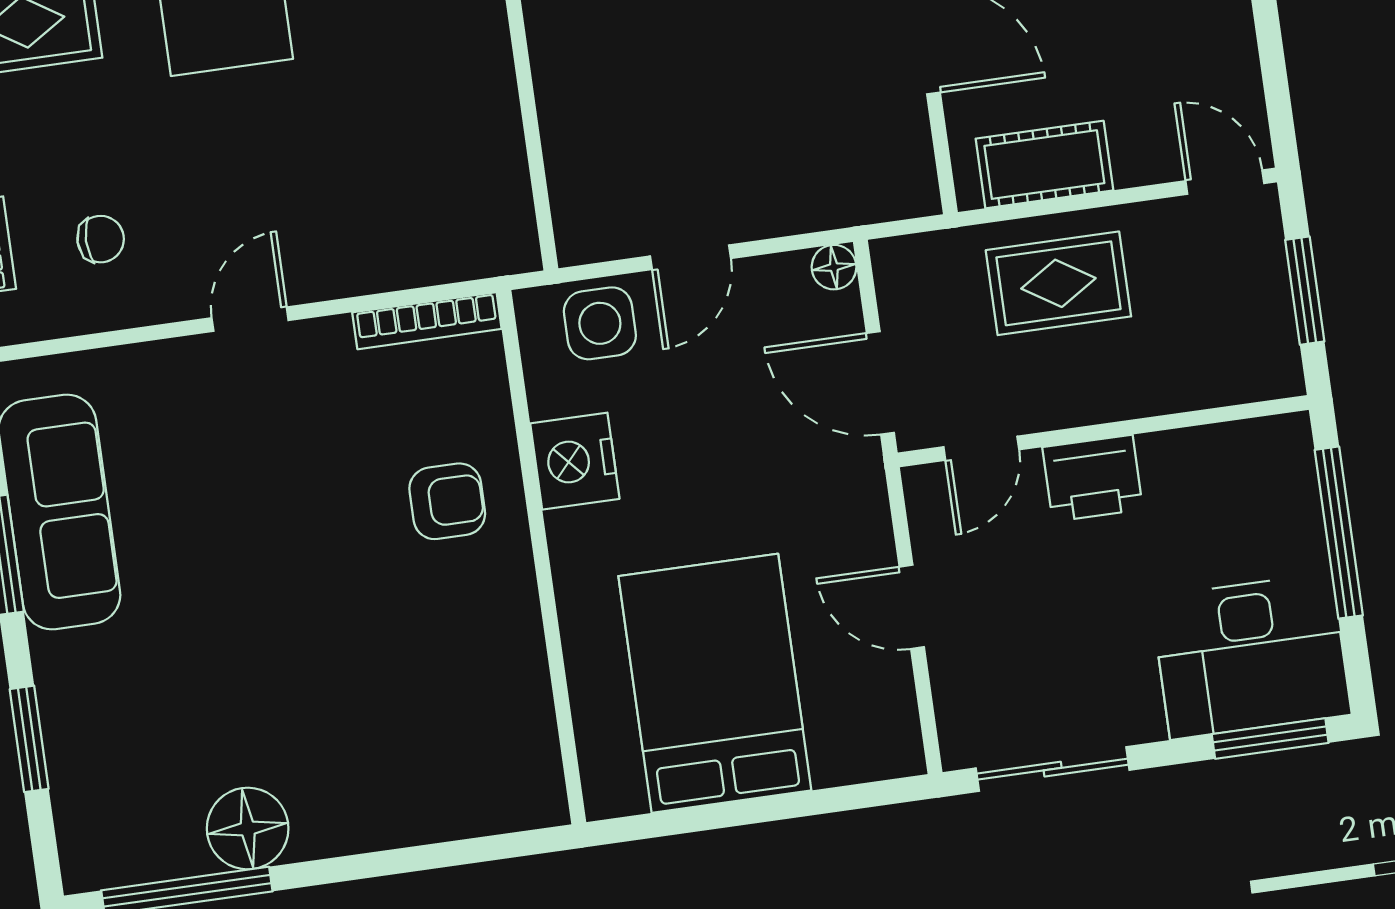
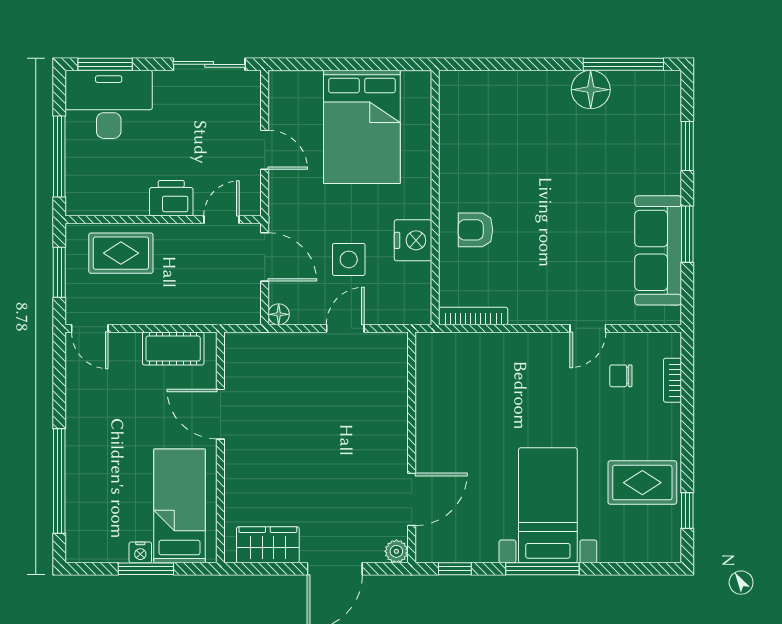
rug: (1058, 283) -> (121, 253), moved
door: (250, 319) -> (588, 328), moved
side table: (600, 323) -> (349, 259), moved

